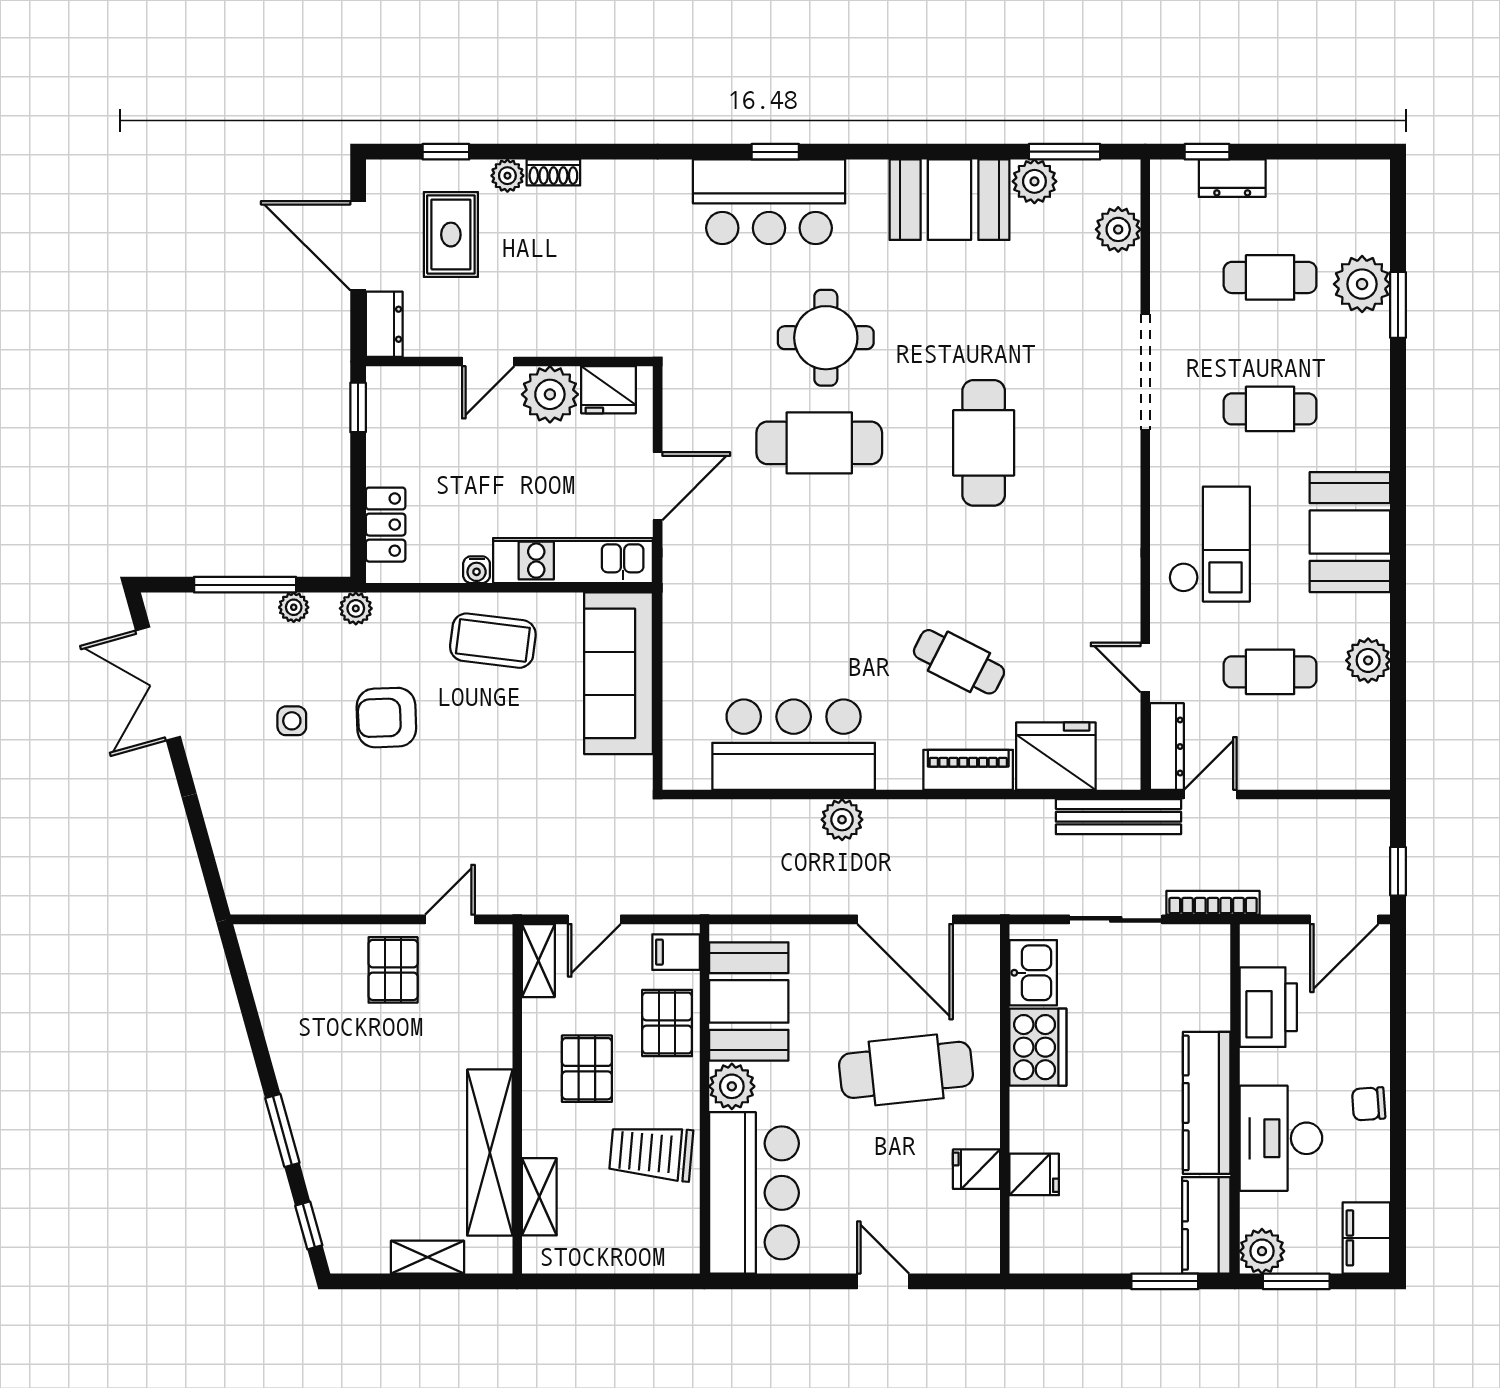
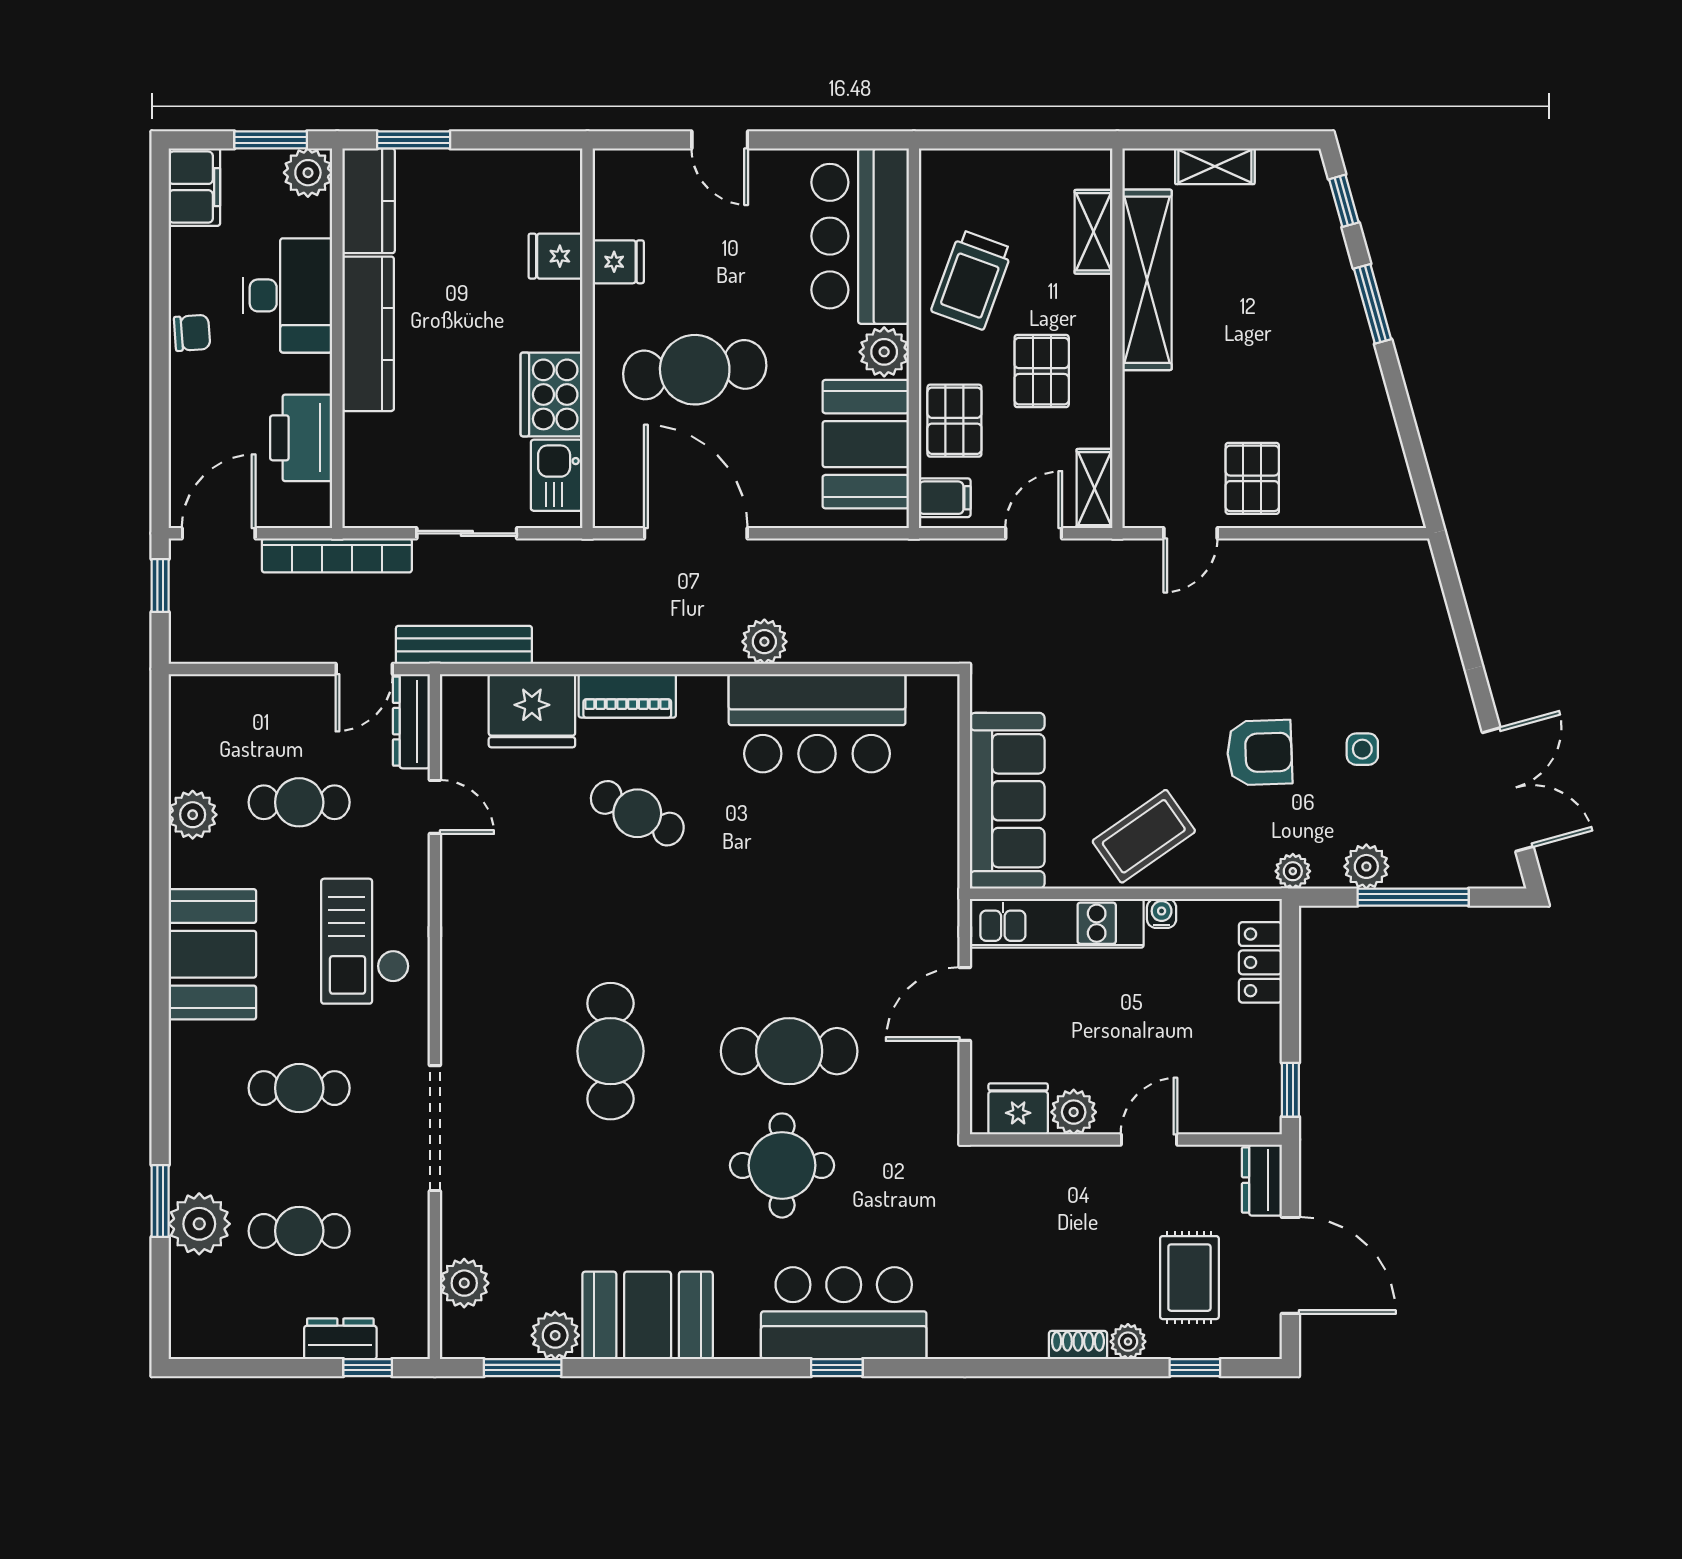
plant: (550, 394) -> (1074, 1112), width x0.73, depth x0.73
plant: (294, 607) -> (1366, 866), width x1.38, depth x1.38
coffee table: (493, 641) -> (1144, 836), turned -42
bookcase: (1213, 903) -> (337, 555), width x1.48, depth x1.31
trolley: (651, 1153) -> (972, 280), turned 105

